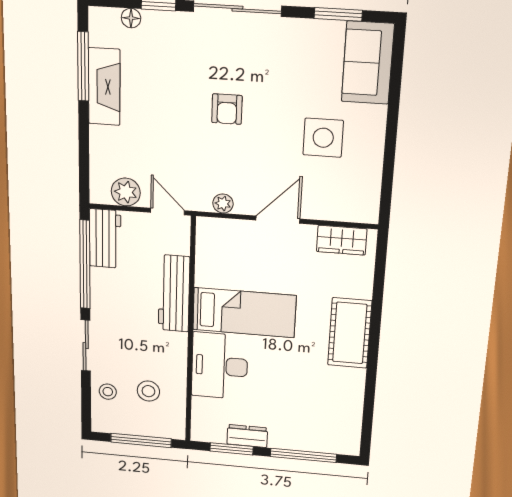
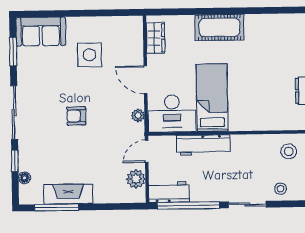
armchair: (227, 109) -> (76, 116), turned 180
desk: (220, 366) -> (172, 114), moved
stool: (148, 391) -> (289, 151), moved

